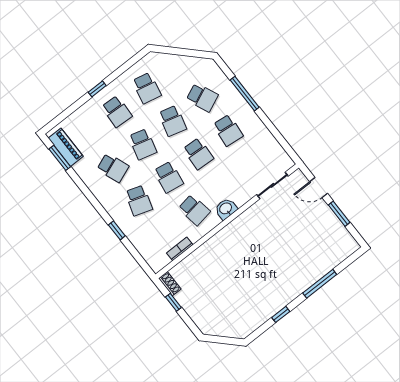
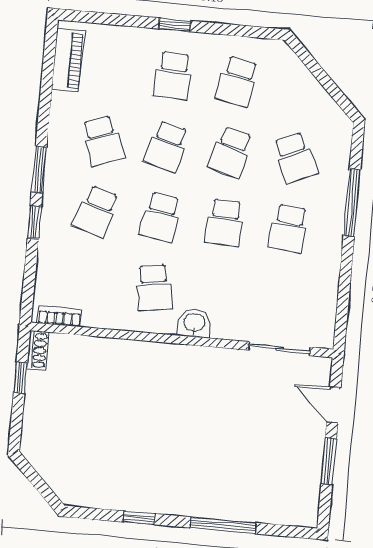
window: (60, 158) -> (39, 169), moved
bookcase: (180, 249) -> (59, 316), moved

